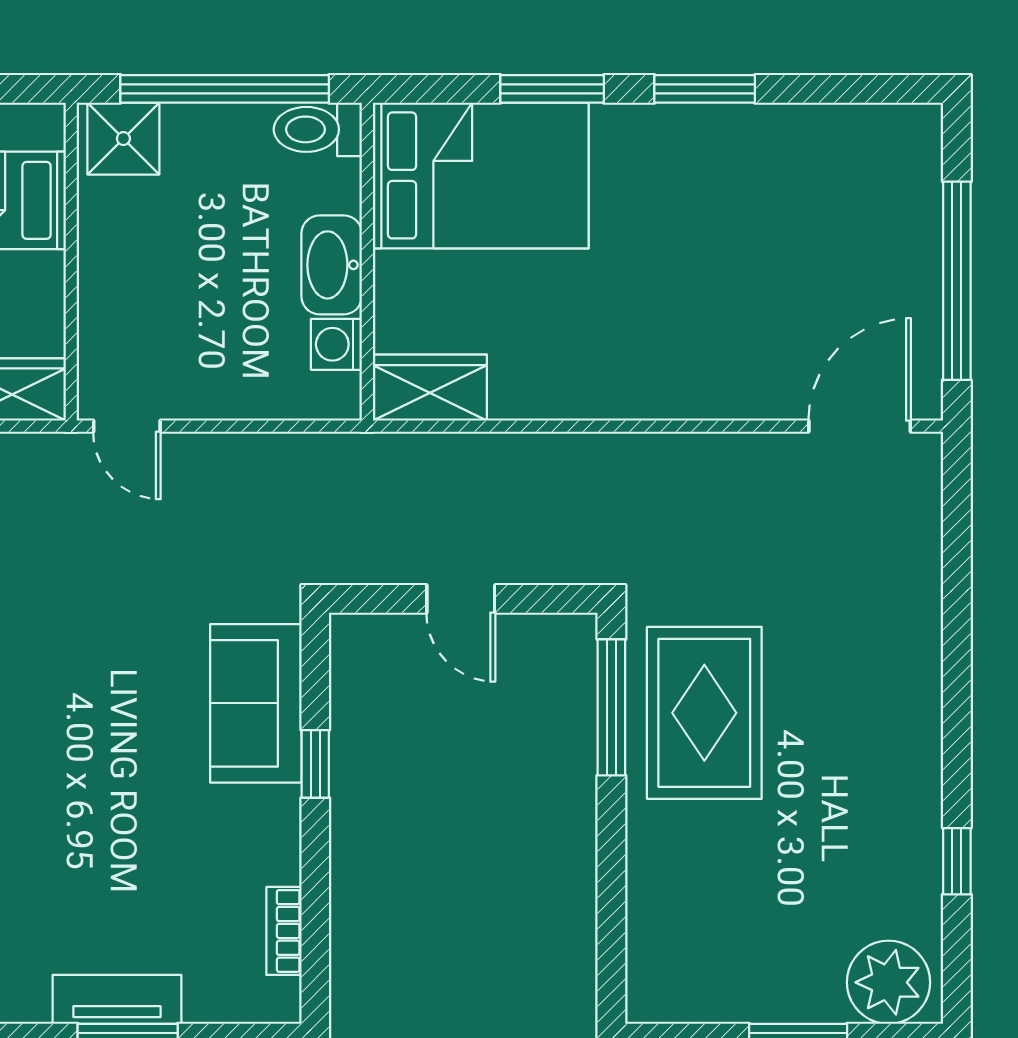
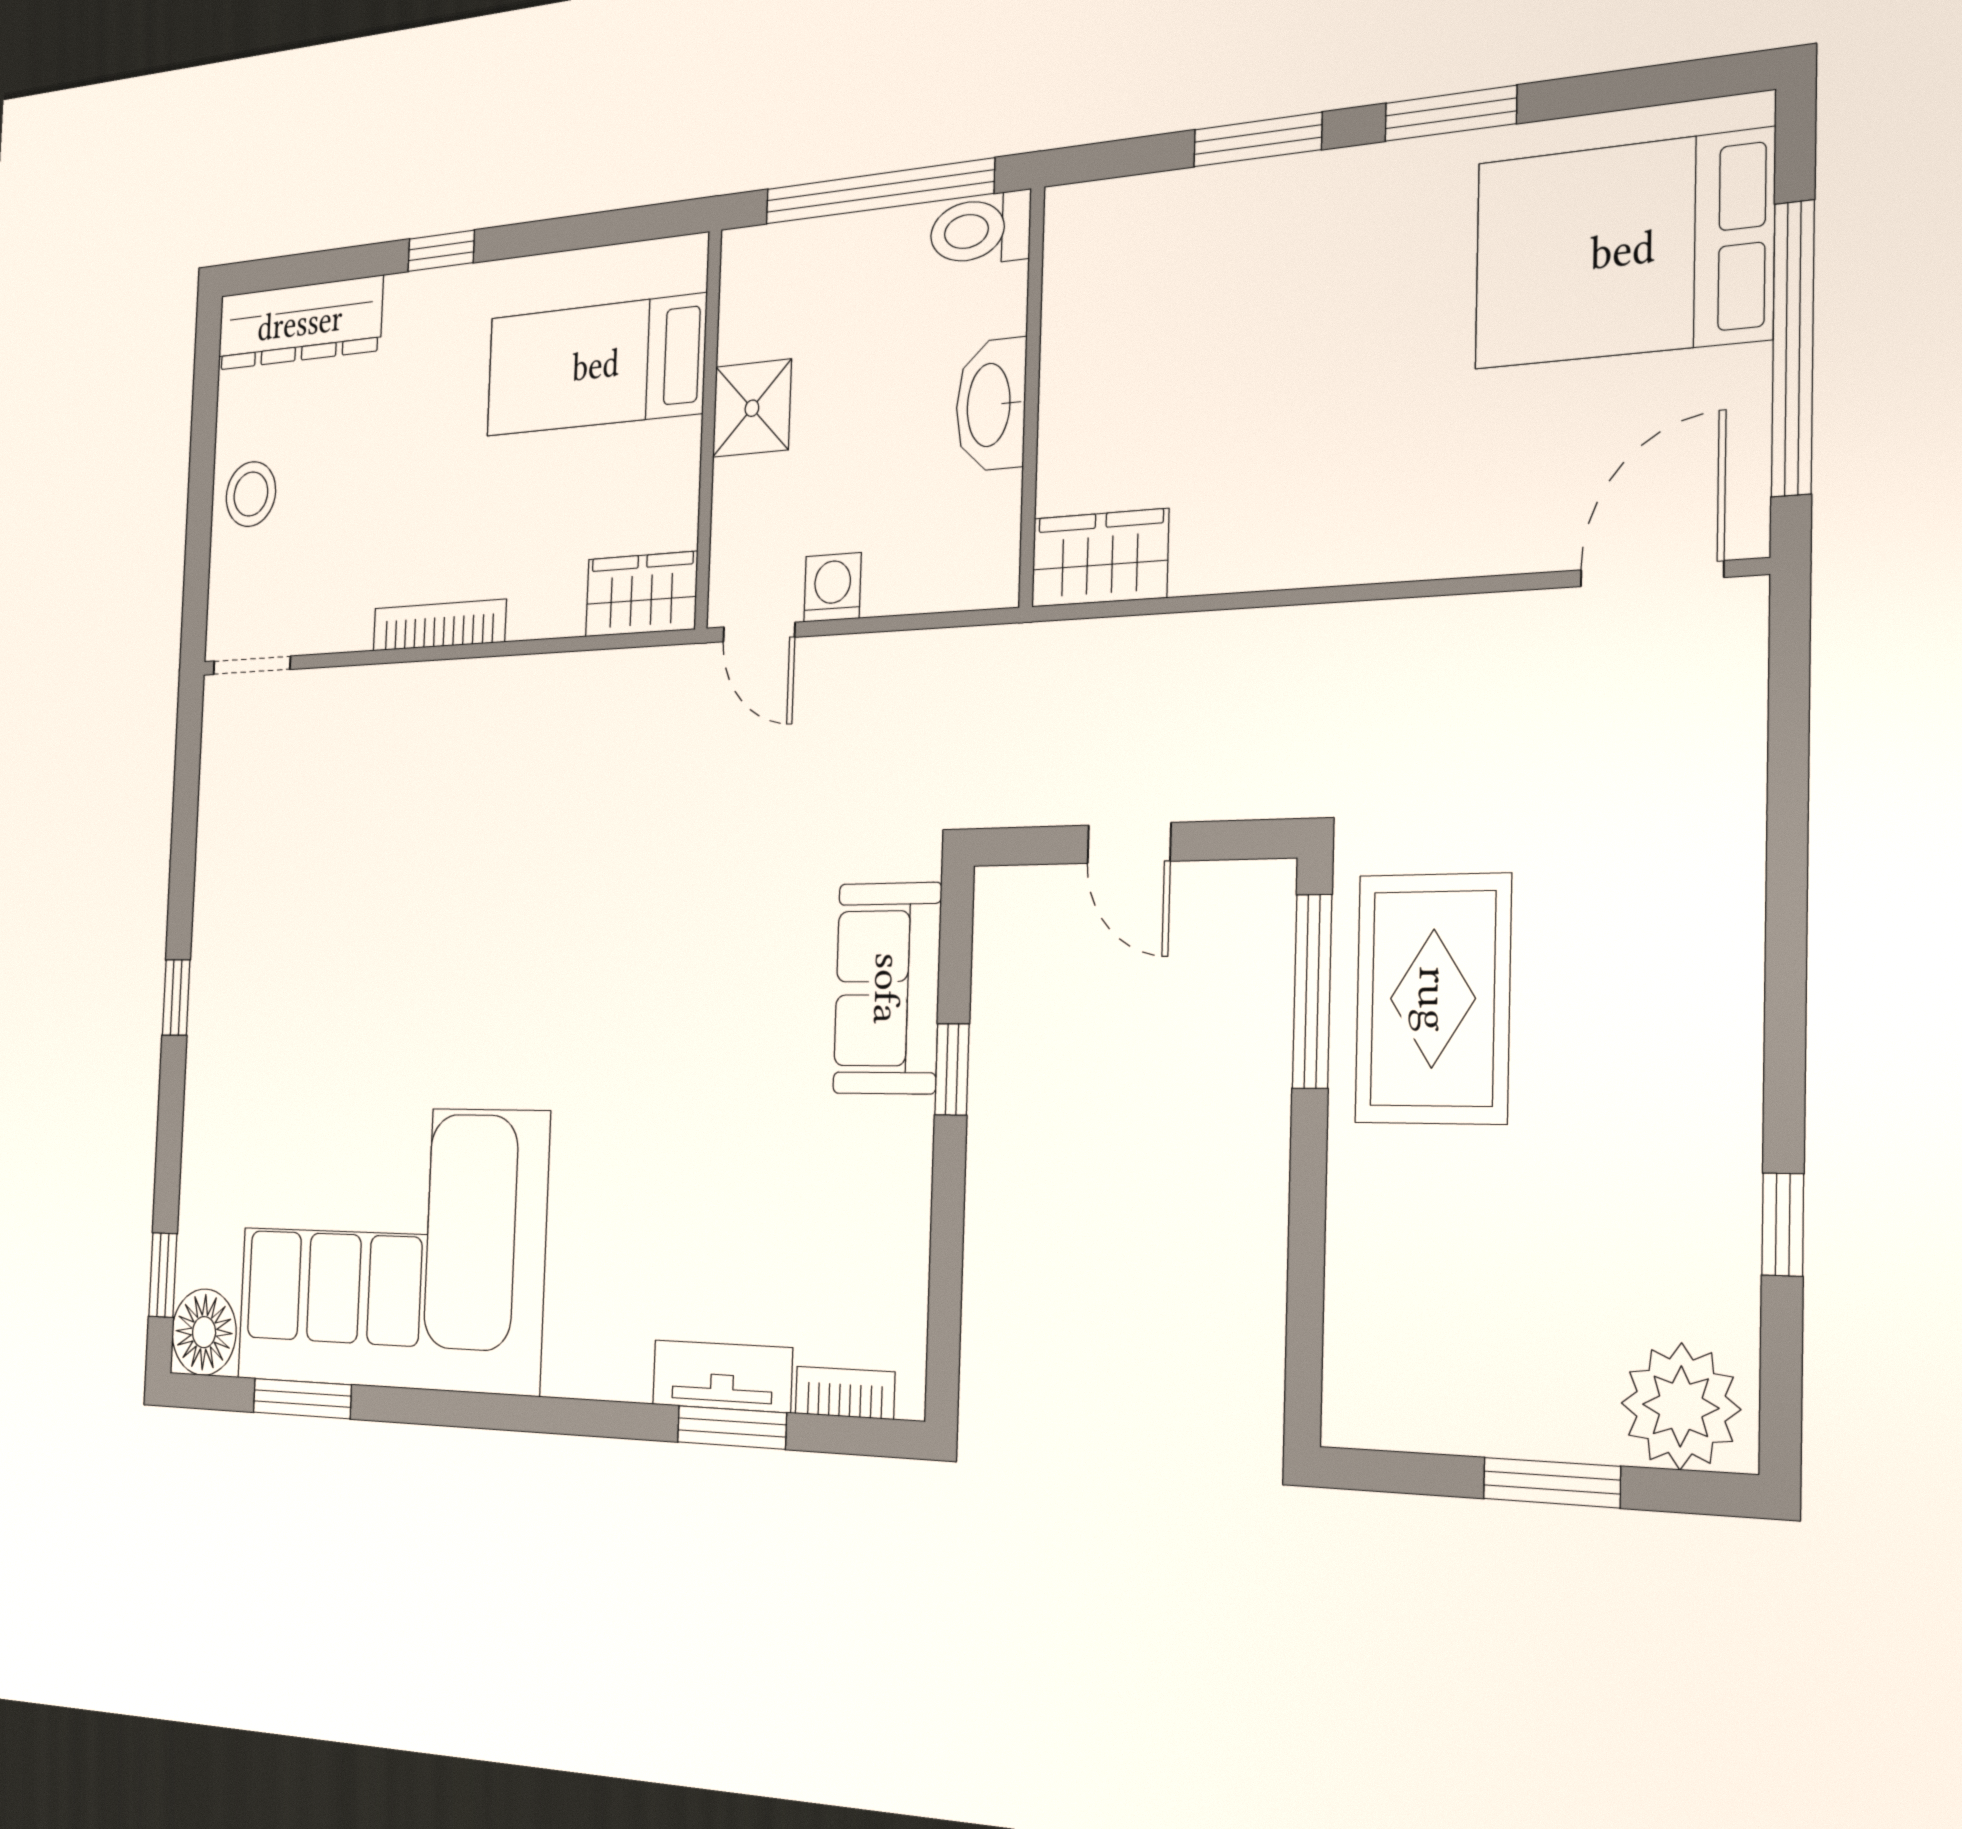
shower: (123, 139) -> (752, 408), moved
bed: (481, 175) -> (1623, 250), moved, turned 180
washing machine: (336, 344) -> (832, 587), moved, turned 90
bookcase: (284, 931) -> (845, 1393), moved, turned 90

